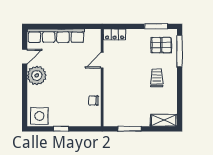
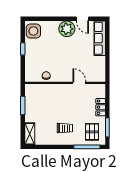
locker: (115, 35) -> (101, 107), moved
row of seats: (56, 36) -> (100, 38), width x0.73

